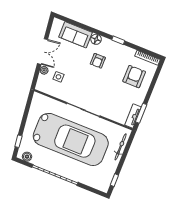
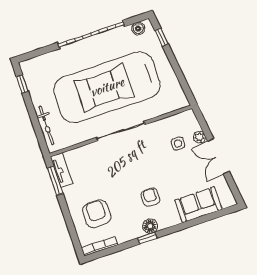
floor lamp: (96, 39) -> (150, 226), moved
armchair: (134, 77) -> (97, 214), turned 180

